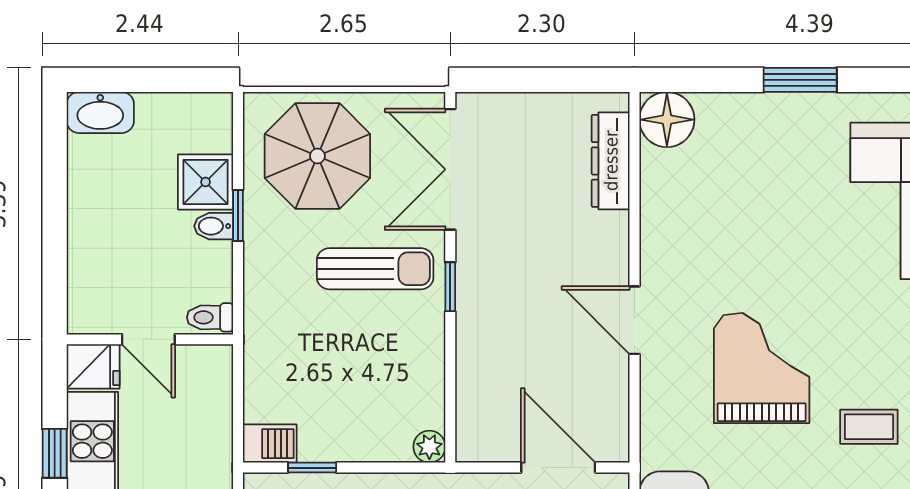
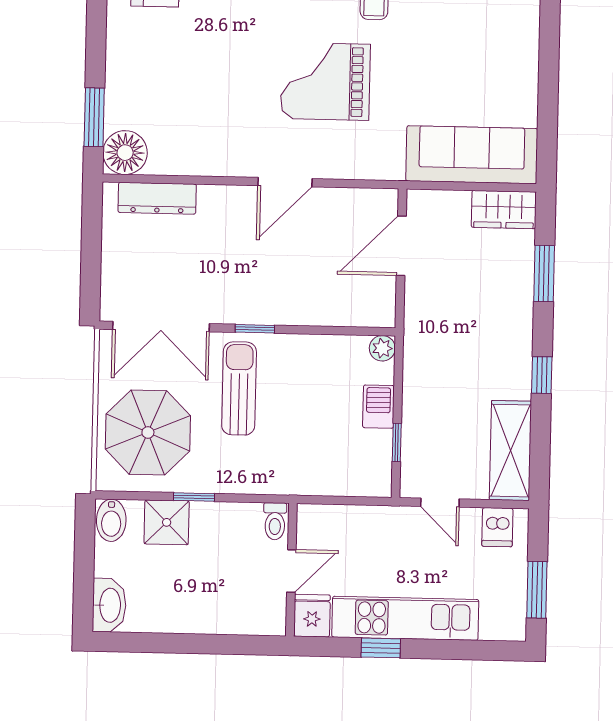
window: (800, 80) -> (94, 117), moved
bidet: (214, 226) -> (111, 520), moved, width x1.38, depth x1.36
barbecue: (270, 444) -> (378, 407), moved

